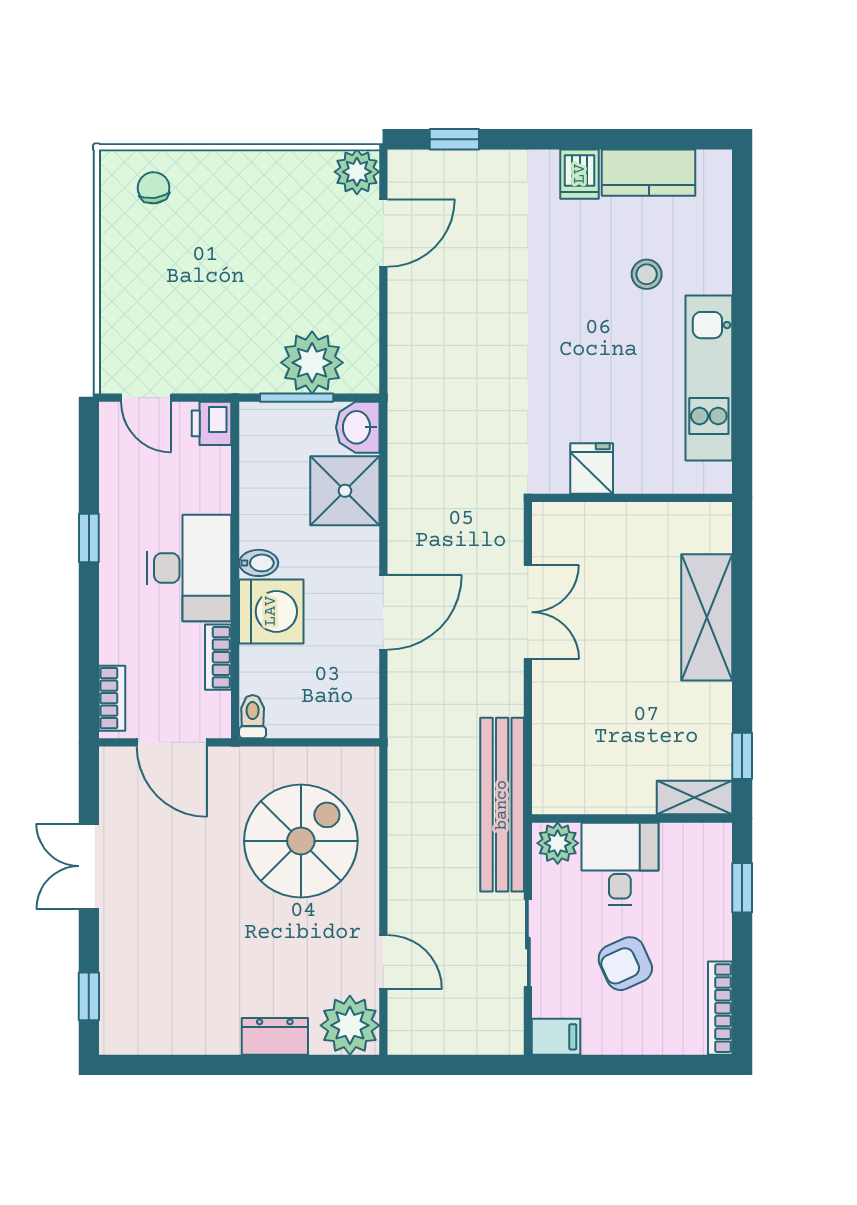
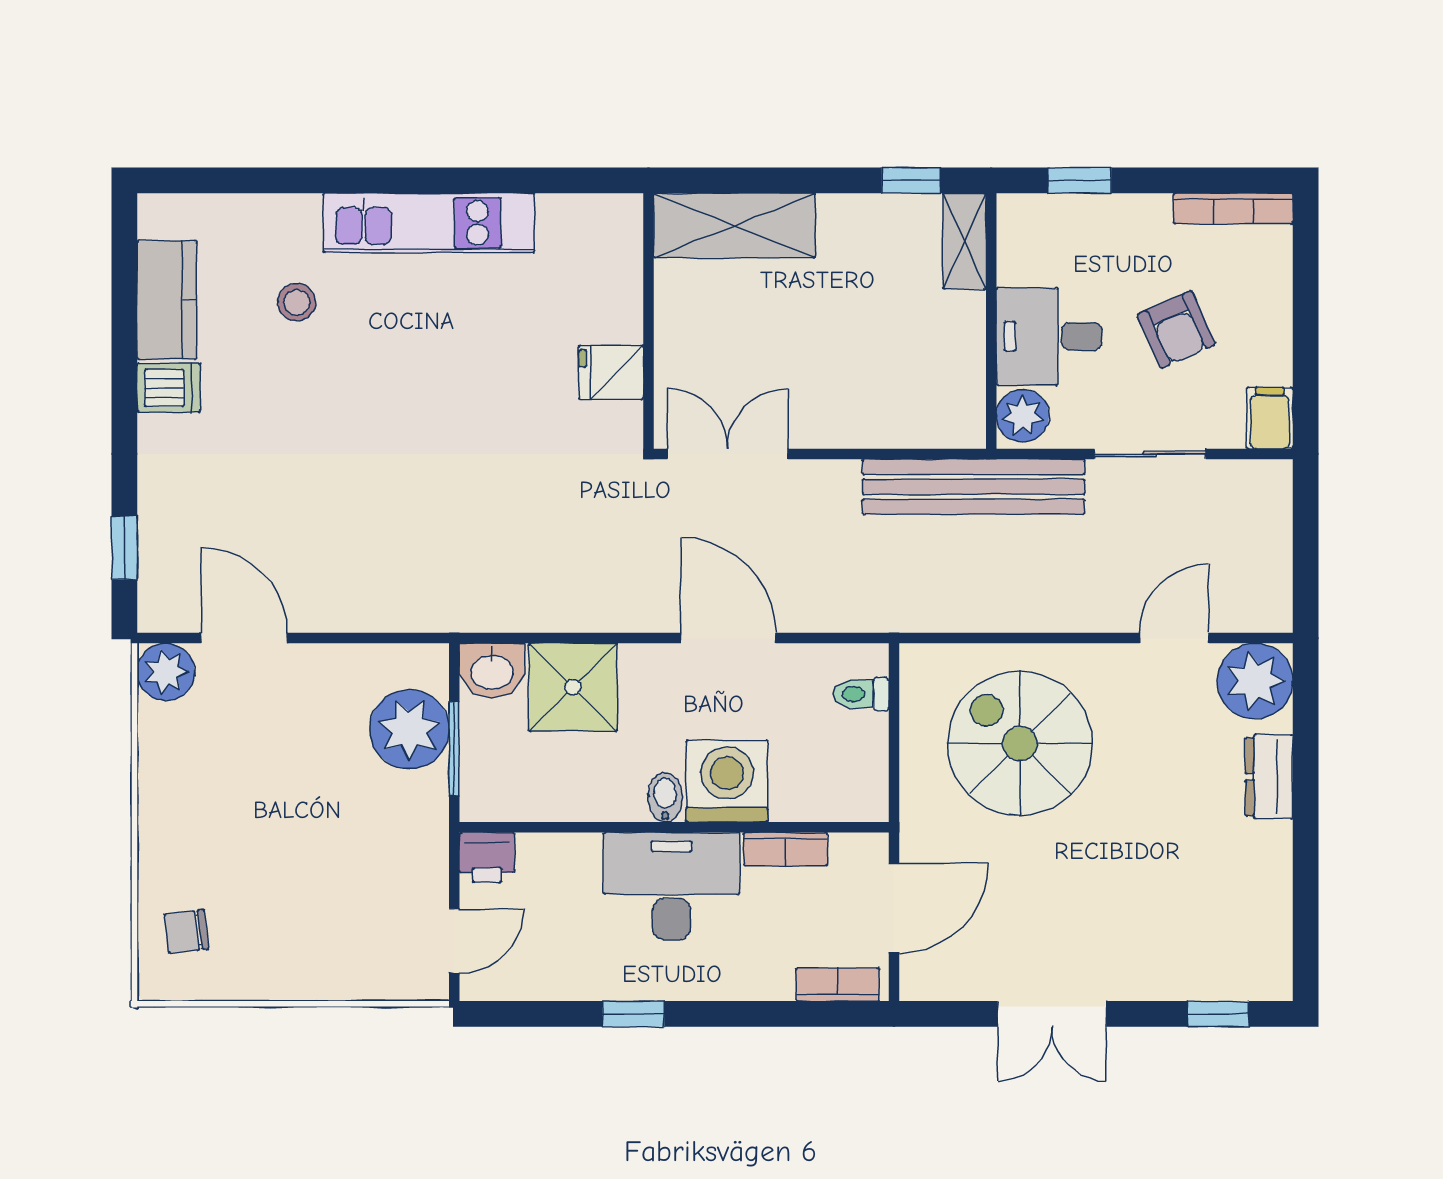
fridge: (592, 469) -> (611, 372), moved
wall: (632, 498) -> (649, 321), moved
toilet: (253, 717) -> (861, 694), moved

